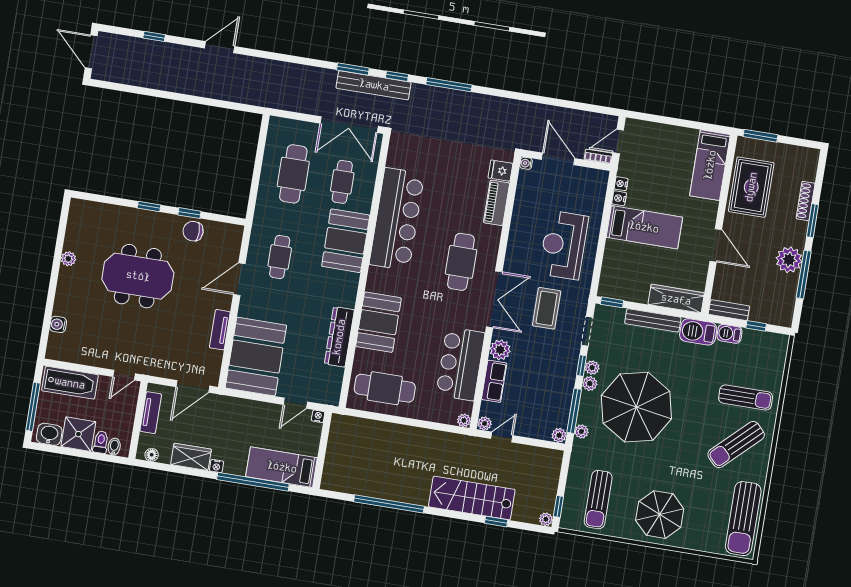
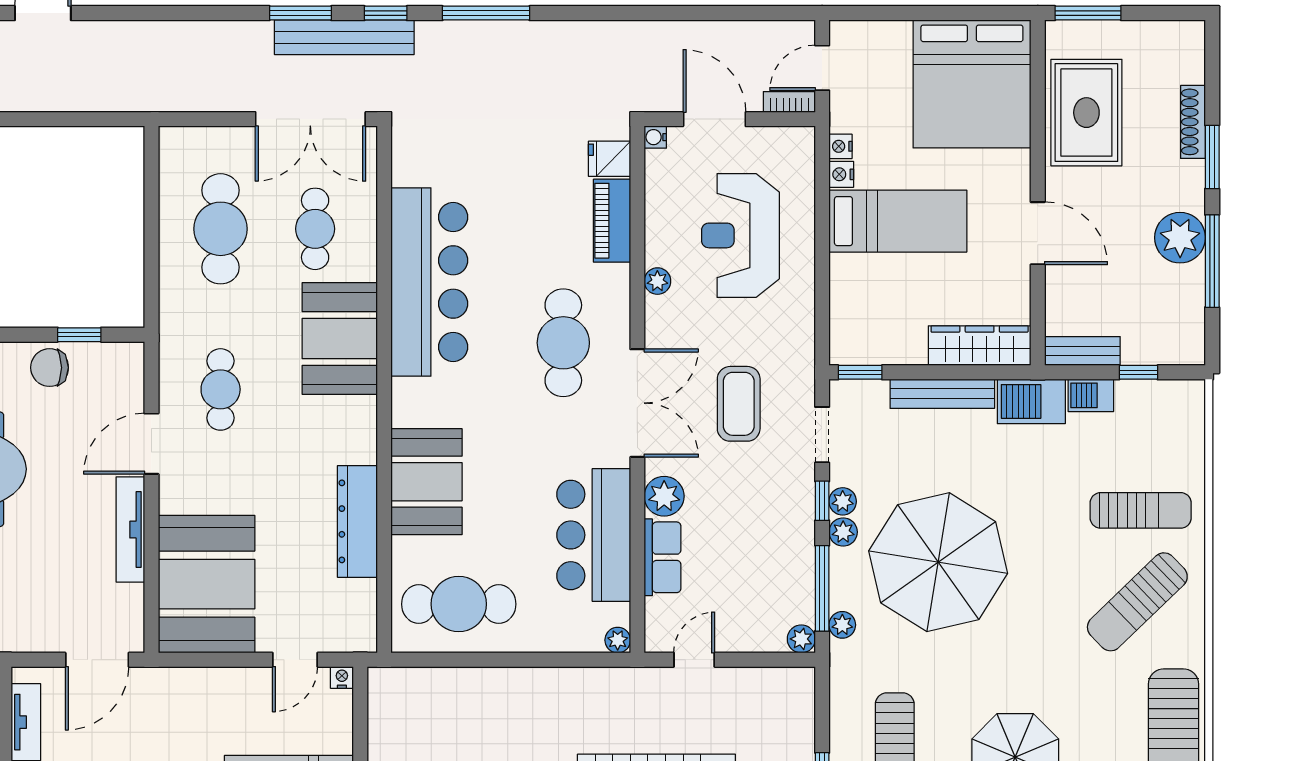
bed: (710, 165) -> (972, 84), width x2.04
window: (189, 213) -> (79, 335), moved
reception desk: (564, 245) -> (740, 235), moved
tv unit: (220, 330) -> (130, 530), width x1.41
plant: (485, 423) -> (657, 281), moved

